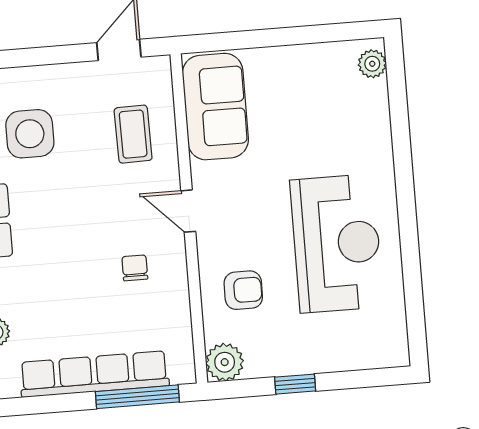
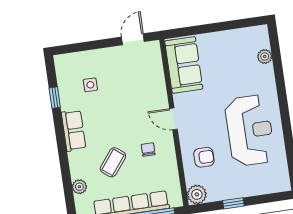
plant: (372, 64) -> (265, 57), moved
side table: (30, 134) -> (90, 85), width x0.54, depth x0.54
coffee table: (133, 134) -> (113, 162), moved, turned 39

